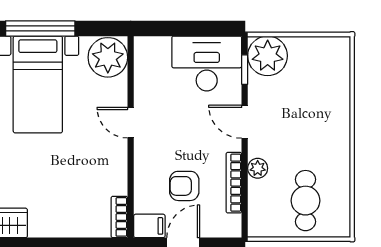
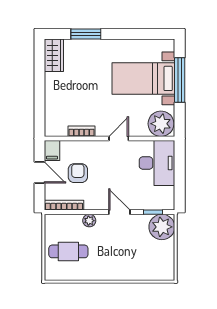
desk: (207, 63) -> (157, 163), moved
door: (245, 122) -> (119, 212), hinge flipped
bookcase: (234, 183) -> (64, 205), moved
bookcase: (119, 217) -> (82, 131), moved

